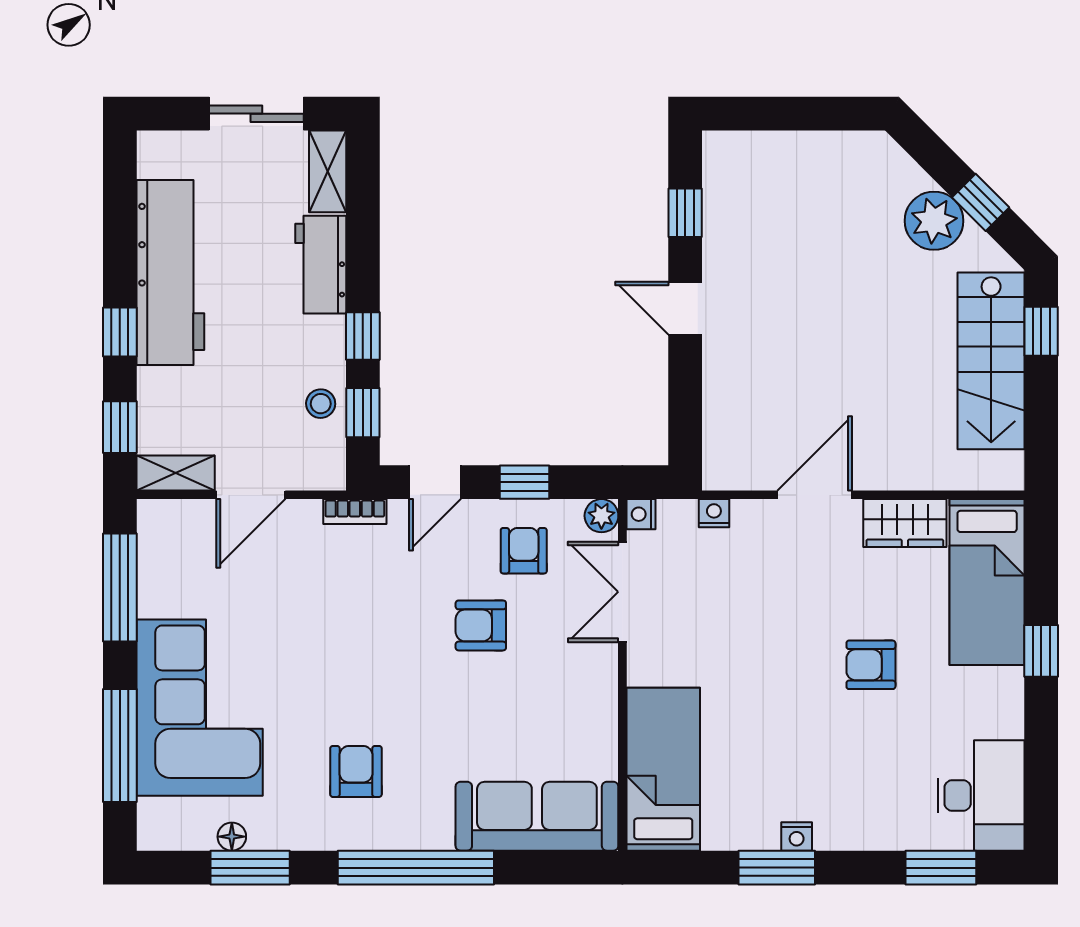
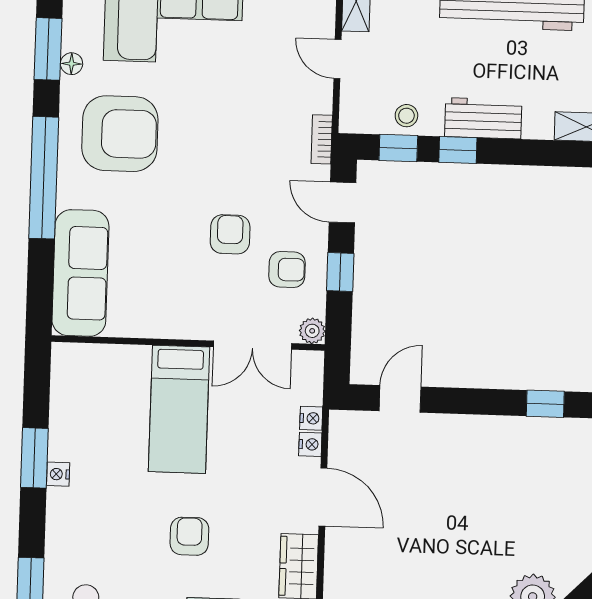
workbench: (321, 265) -> (483, 118), moved
door: (685, 308) -> (400, 399), moved
door: (251, 495) -> (337, 59), width x0.73
nightstand: (641, 514) -> (310, 444), moved, turned 90
double door: (622, 592) -> (252, 345), swing flipped
bed: (663, 769) -> (179, 409), moved, turned 90
armchair: (356, 771) -> (120, 134), width x1.88, depth x1.88
floor lamp: (232, 837) -> (72, 64), moved

